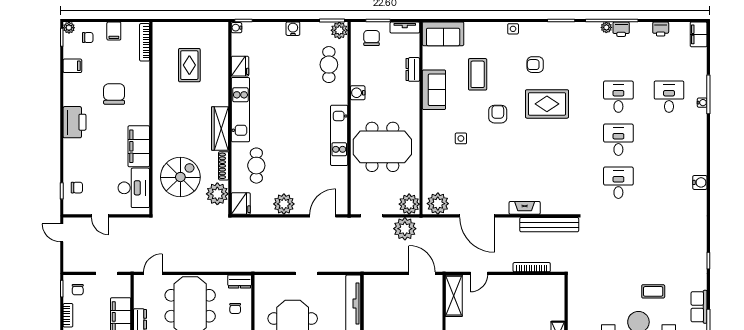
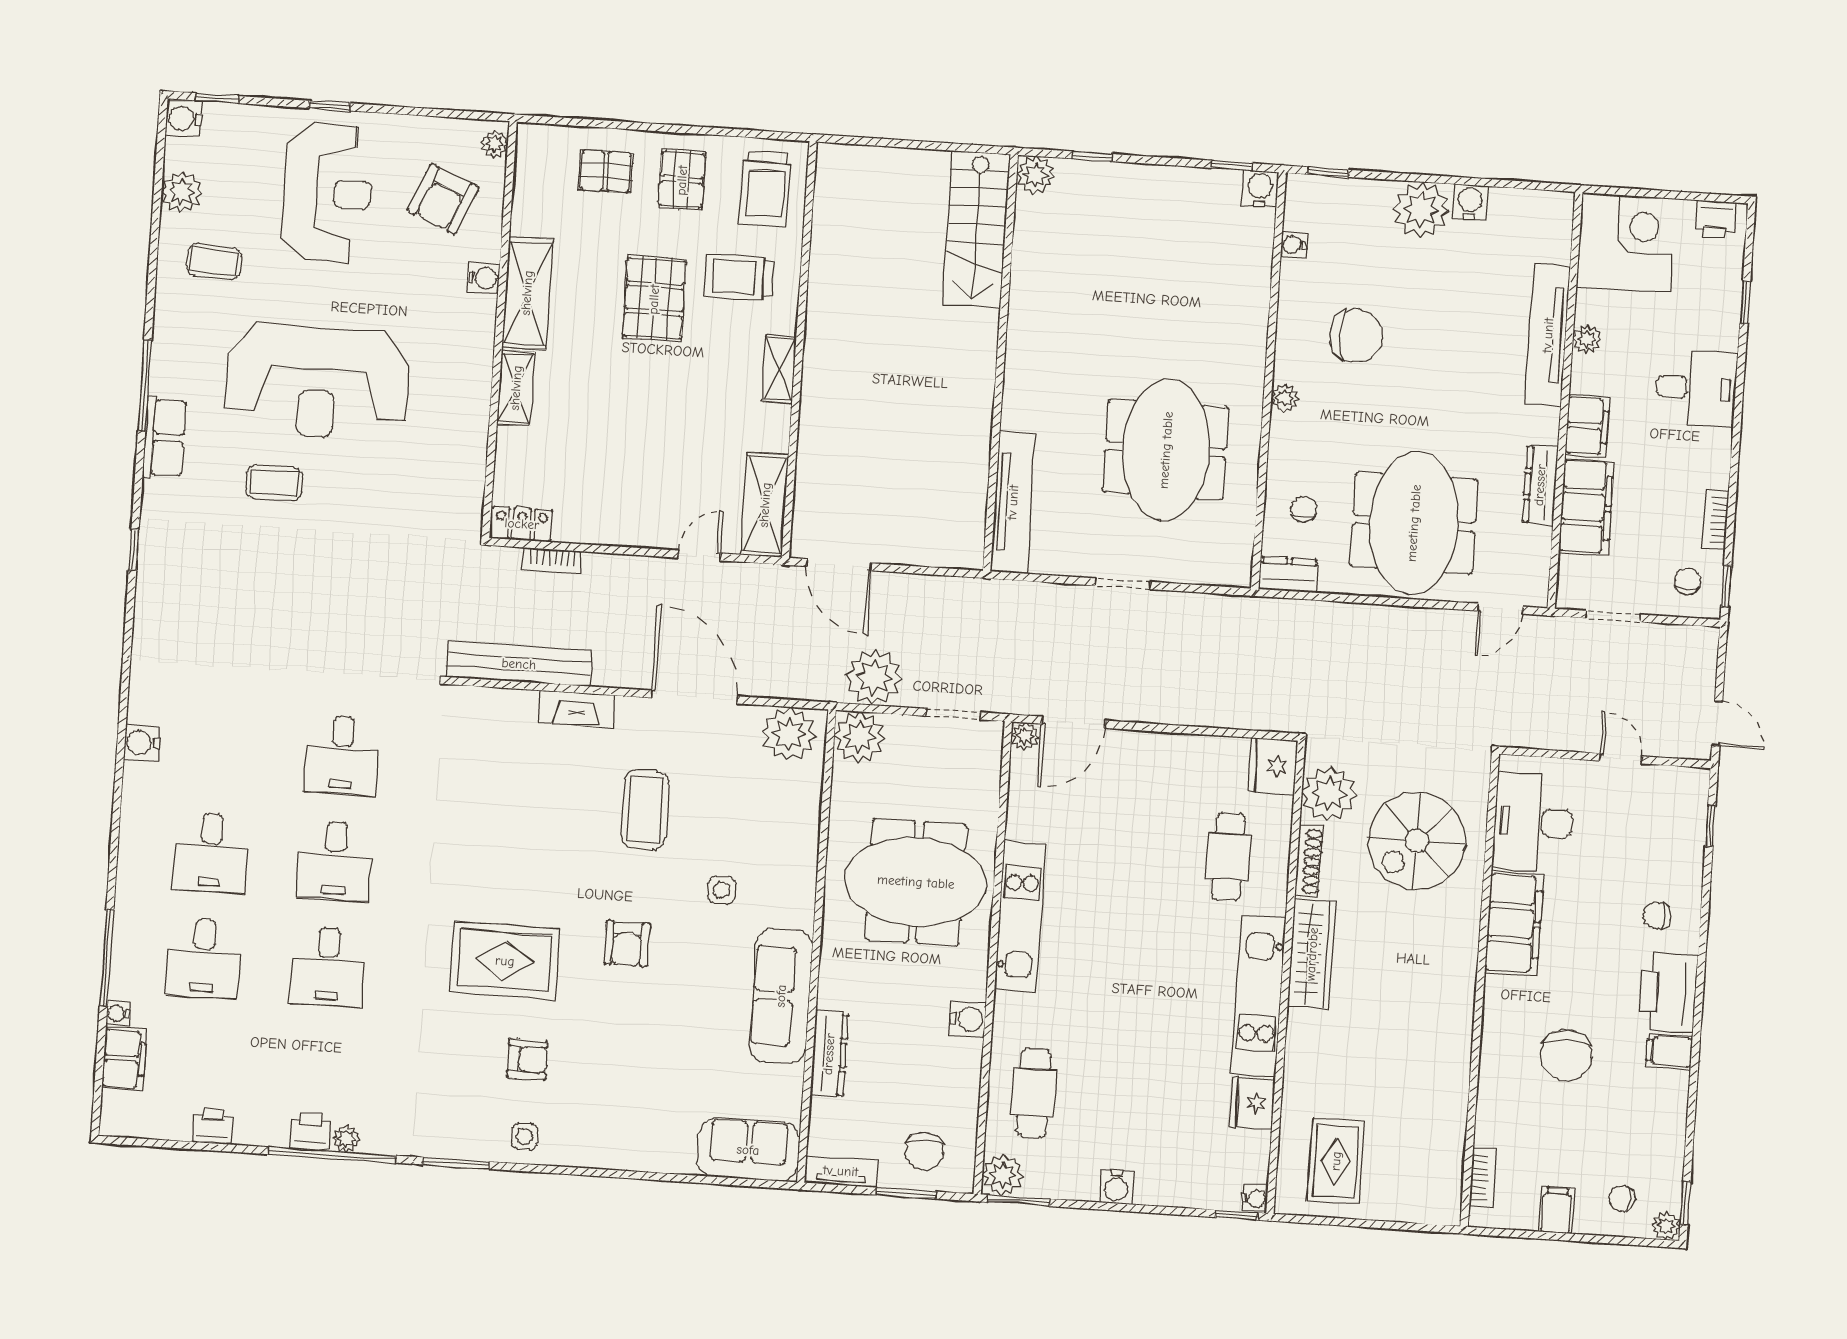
side table: (513, 29) -> (525, 1136), moved
filing cabinet: (699, 34) -> (124, 1059), moved
bookcase: (145, 42) -> (1483, 1178), width x0.64
rug: (189, 65) -> (1336, 1161), moved
filing cabinet: (72, 66) -> (1669, 1051), moved
dresser: (413, 69) -> (829, 1054), width x1.44
coffee table: (478, 74) -> (645, 810), moved
sofa: (434, 90) -> (781, 996), width x1.36
water cooler: (702, 103) -> (118, 1013), moved
desk: (669, 140) -> (211, 853), added
chair: (77, 188) -> (1657, 915), moved
plant: (284, 204) -> (1025, 736), moved, width x0.53, depth x0.53
bookcase: (532, 267) -> (552, 561), width x0.64
locker: (552, 281) -> (522, 524), added

